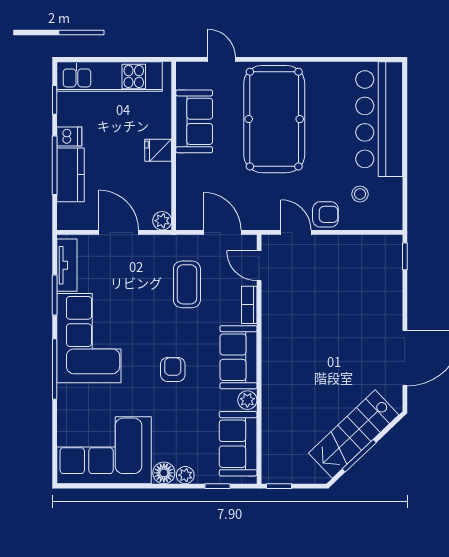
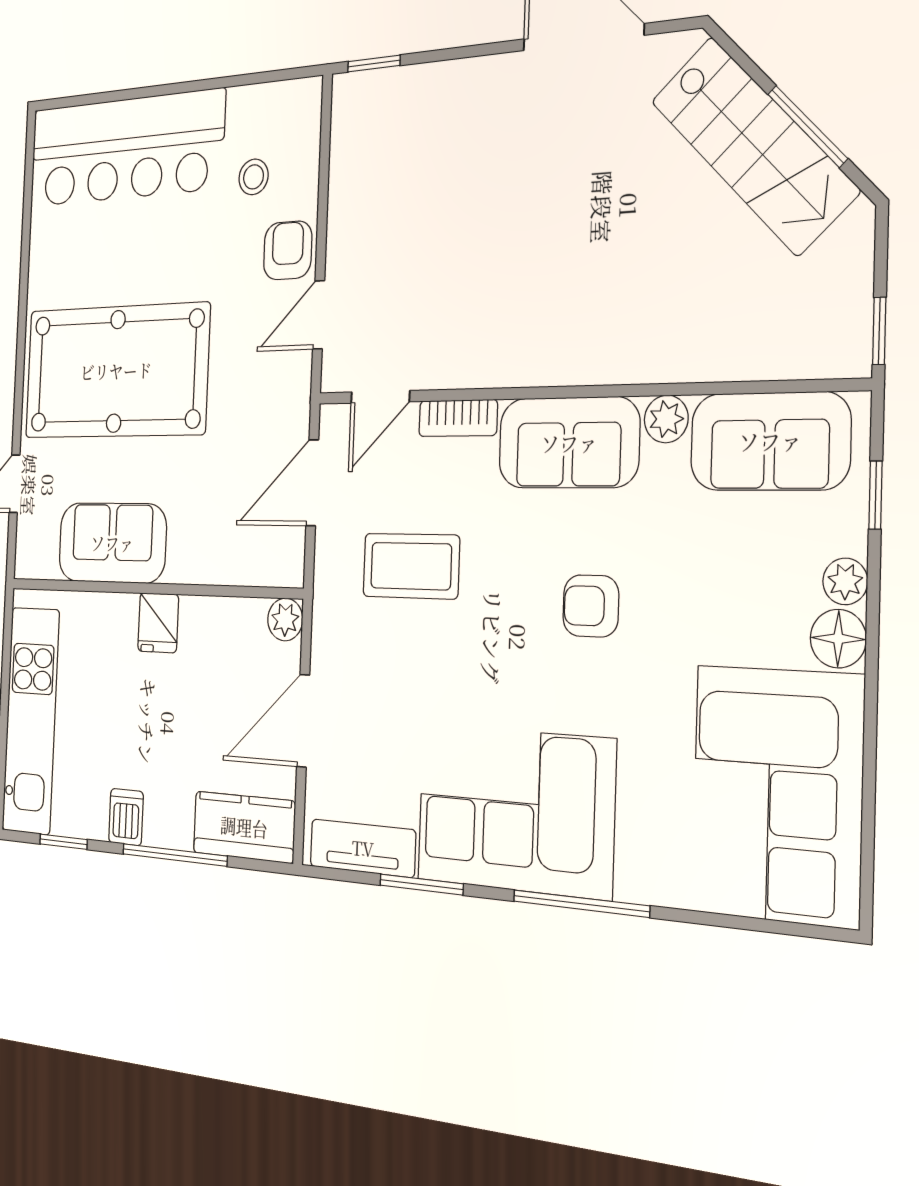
kitchen counter: (70, 175) -> (244, 827), moved

